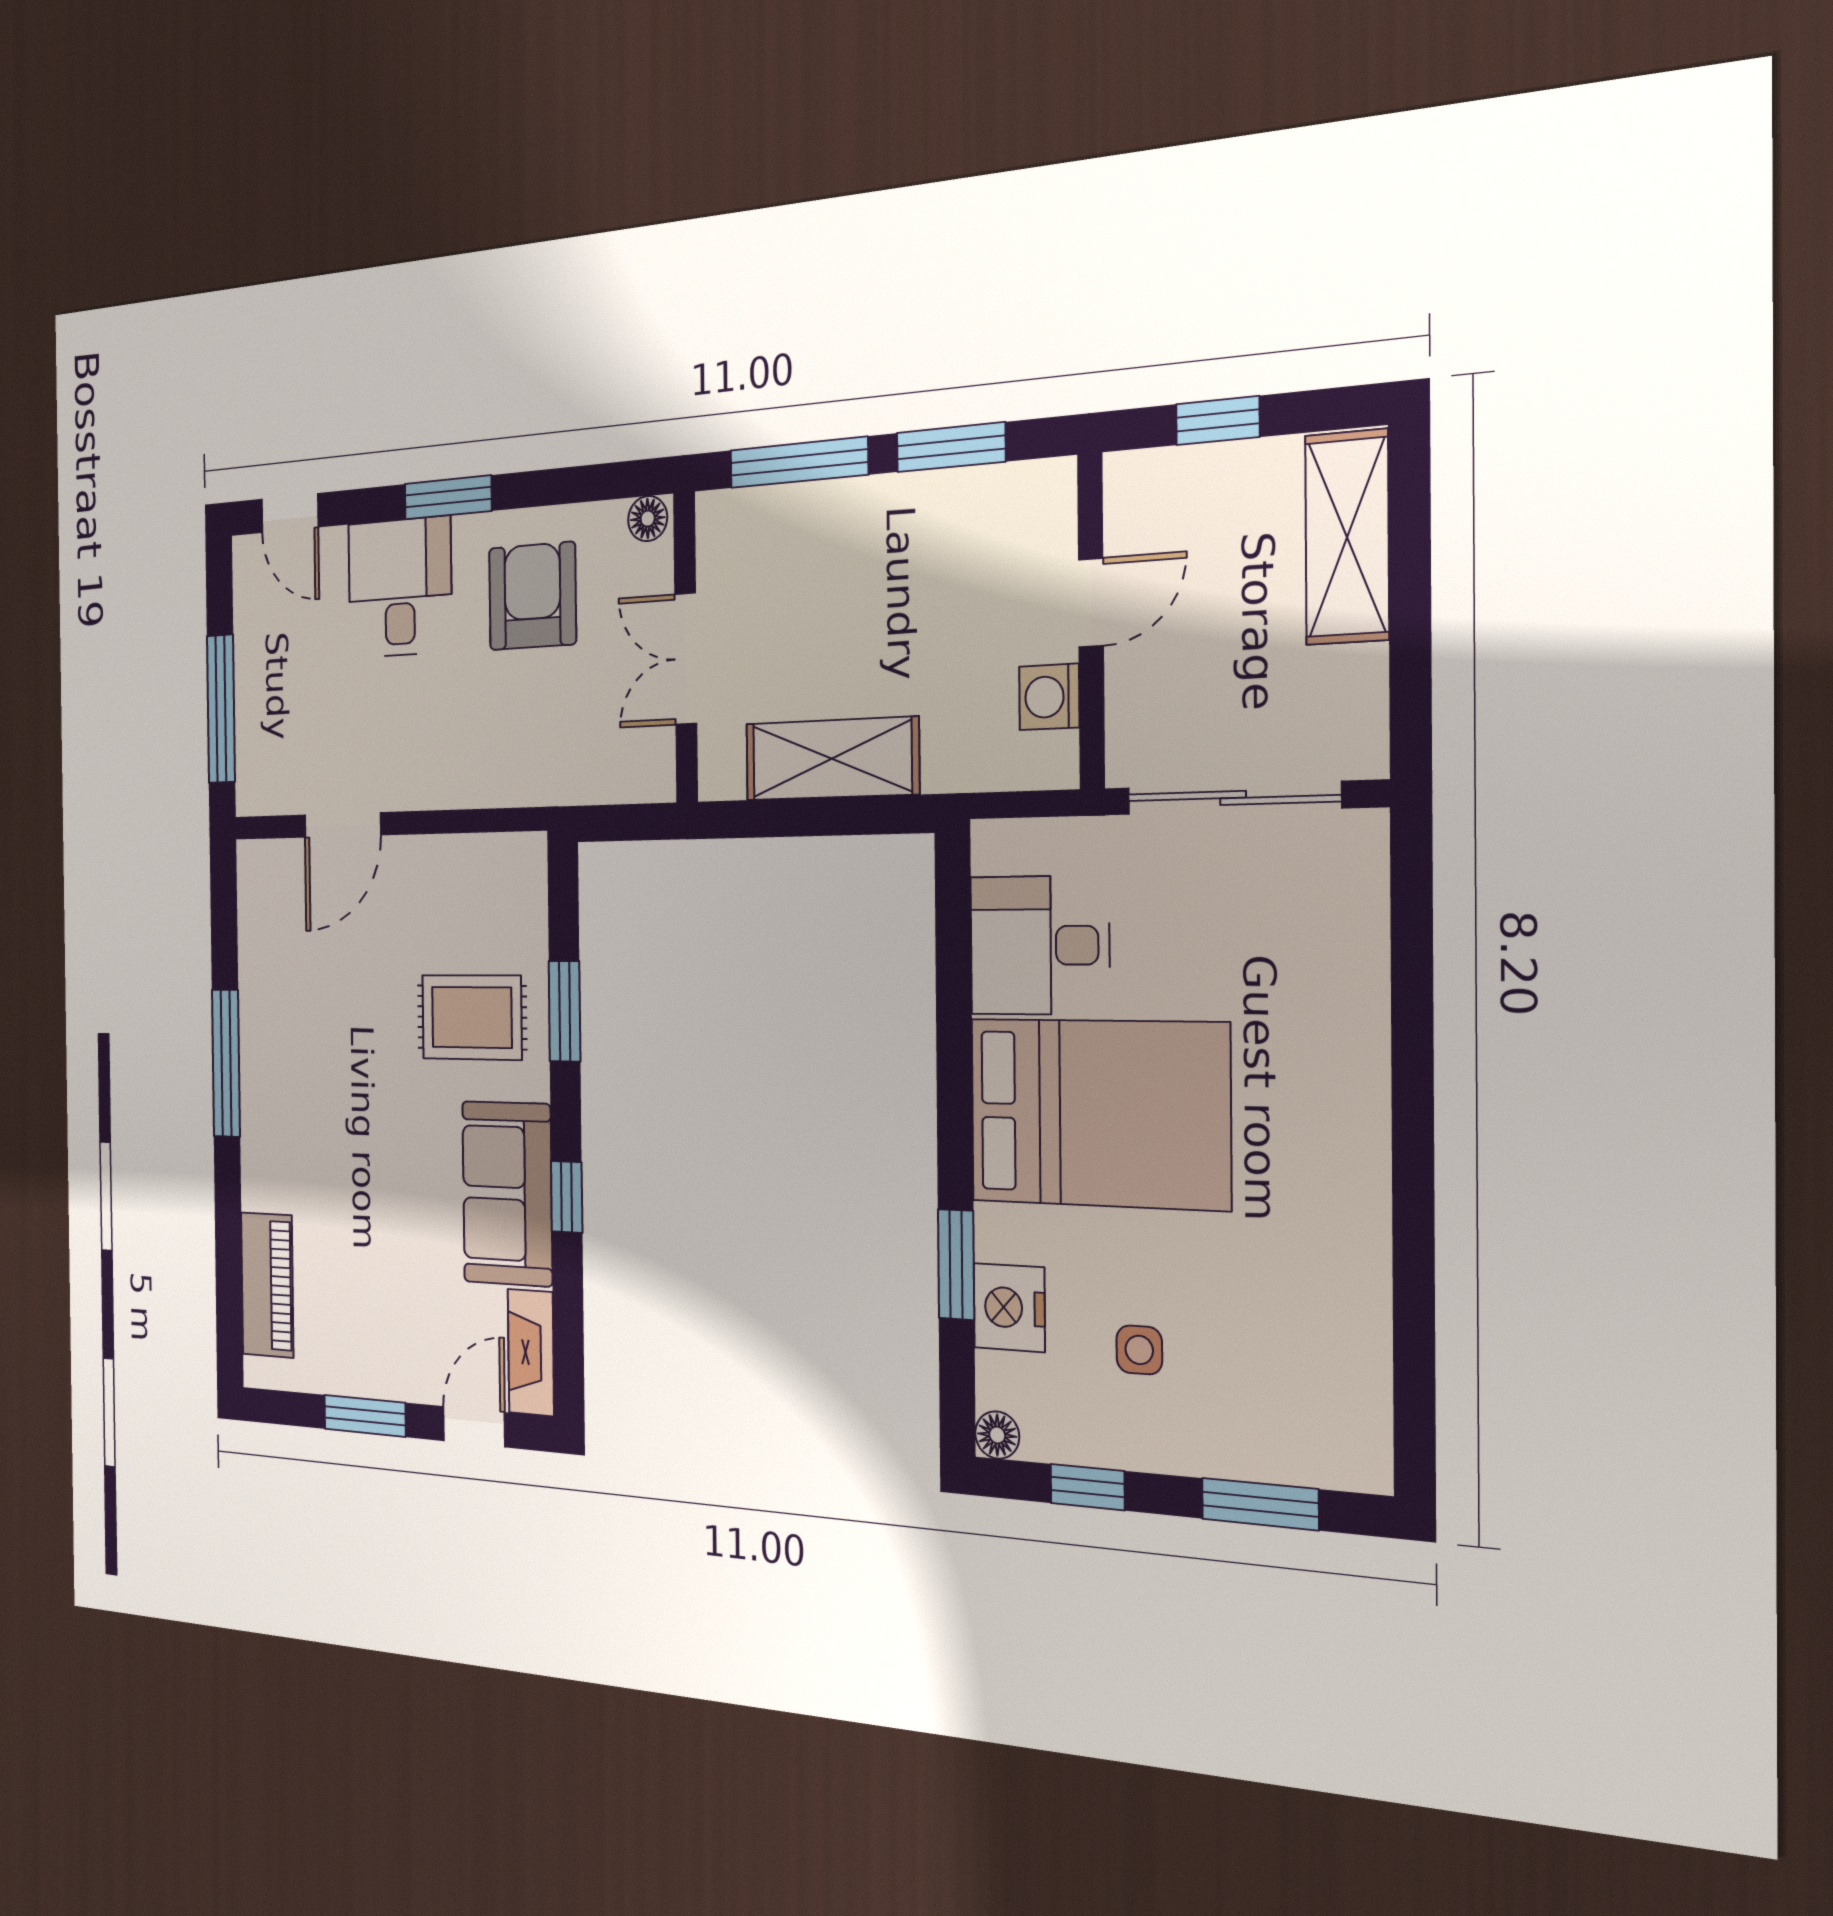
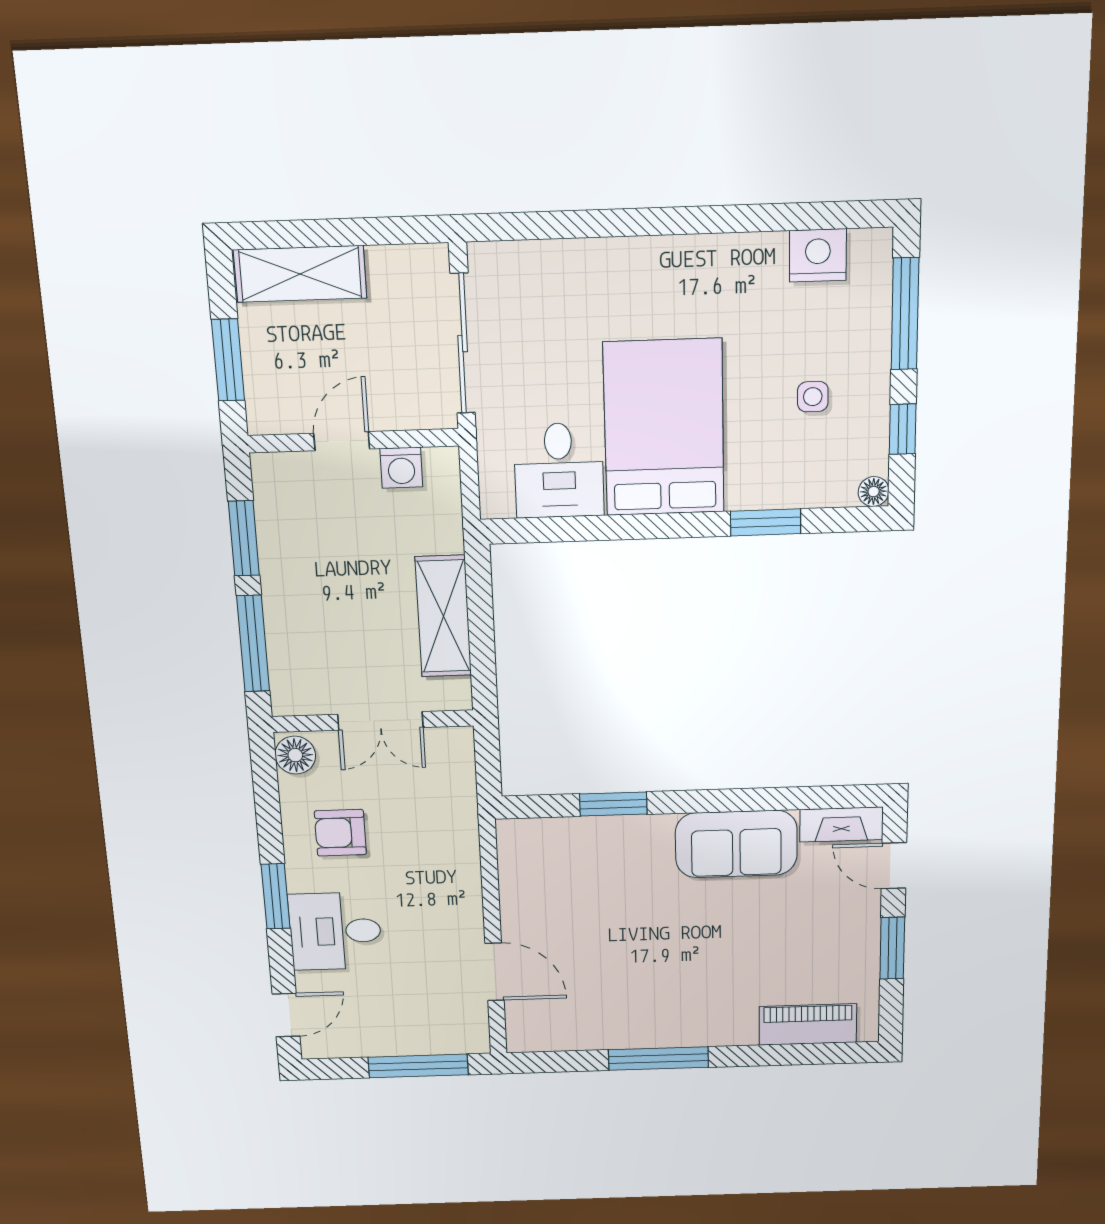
window: (1218, 421) -> (228, 360), width x1.50
floor lamp: (648, 519) -> (295, 755), width x1.37, depth x1.37
armchair: (532, 596) -> (340, 833), width x0.72, depth x0.72
door: (1091, 603) -> (342, 441), hinge flipped
rug: (472, 1017) -> (620, 872), removed
window: (567, 1197) -> (736, 800), removed
nightstand: (1009, 1308) -> (818, 255), moved, turned 180
window: (1260, 1504) -> (905, 314), width x1.44

